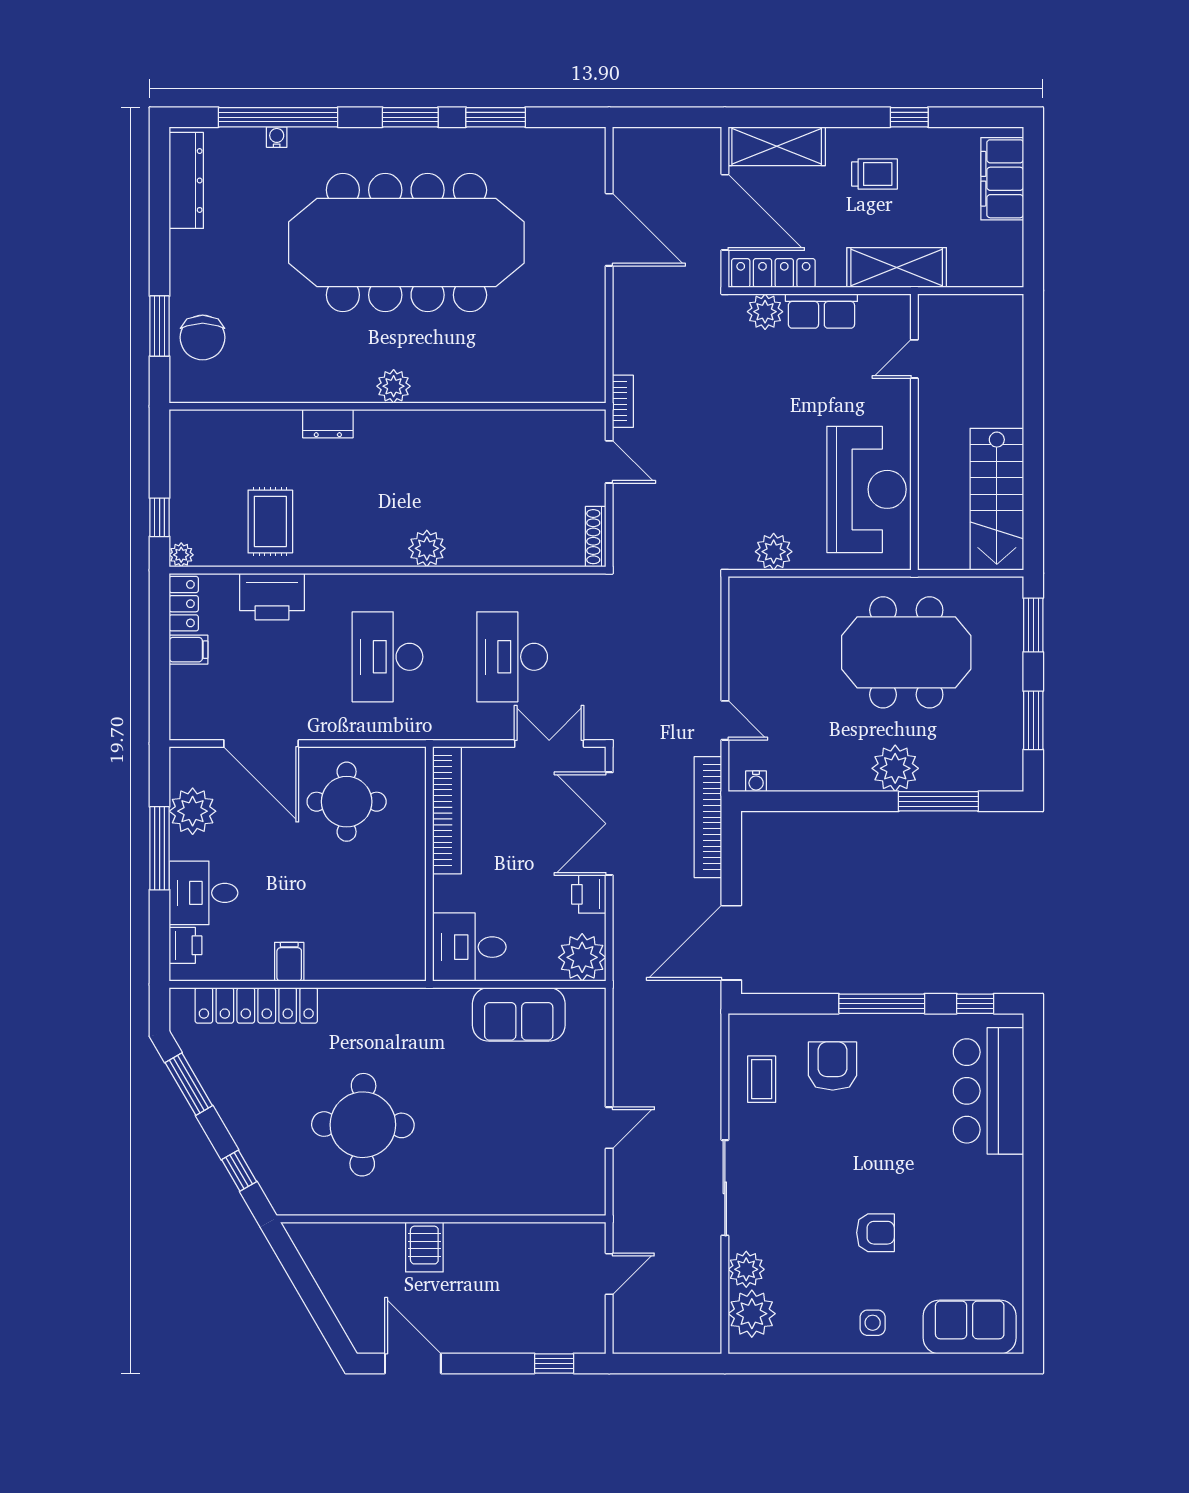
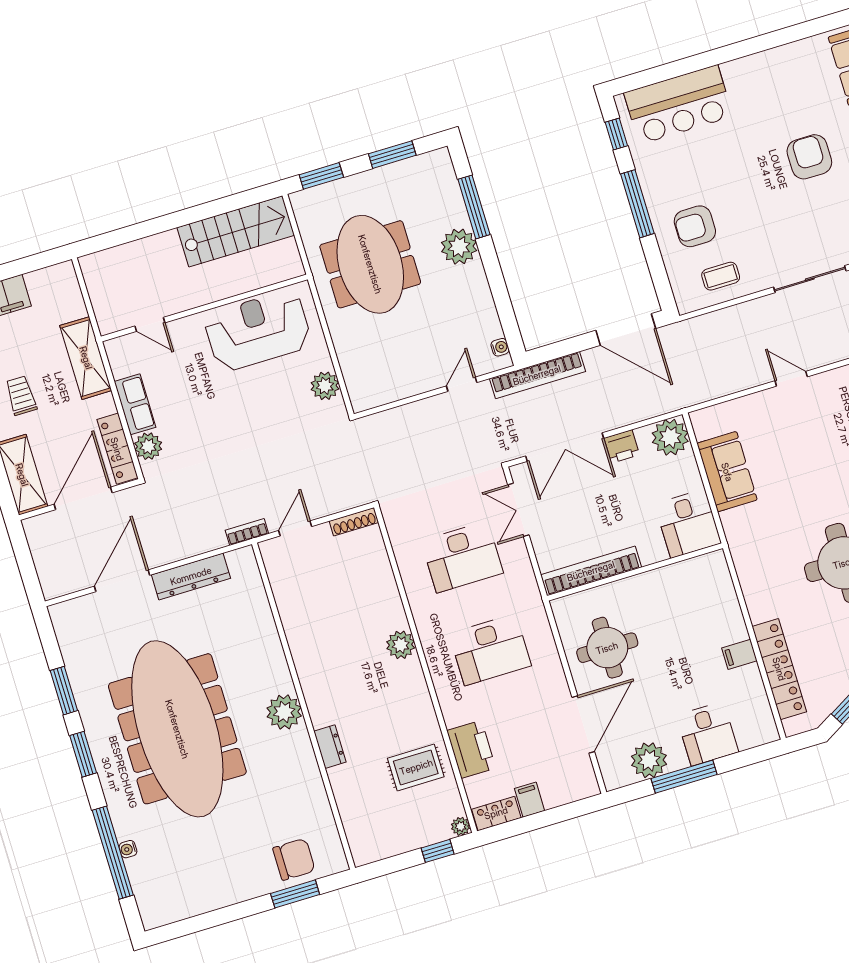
dresser: (186, 180) -> (191, 576), moved, turned 180
plant: (394, 386) -> (284, 712), width x1.36, depth x1.36
printer: (185, 945) -> (750, 735), removed
armchair: (875, 1233) -> (809, 157), width x1.38, depth x1.38

